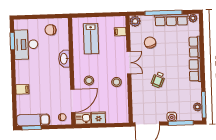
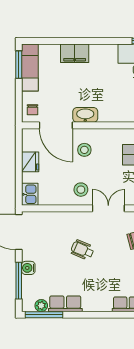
washbasin: (64, 59) -> (85, 115), moved
double door: (129, 63) -> (108, 208), swing flipped
row of seats: (195, 70) -> (65, 304), moved
filing cabinet: (22, 89) -> (75, 53), width x2.00
kitchen sink: (83, 119) -> (30, 194), moved

